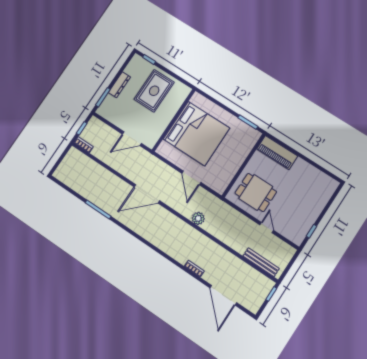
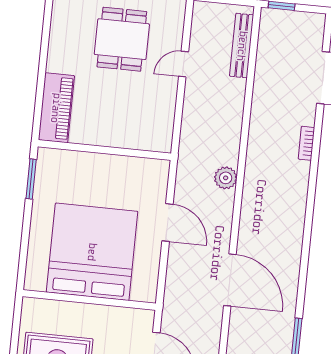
door: (191, 178) -> (168, 223), hinge flipped
dining table: (256, 192) -> (122, 39), moved

